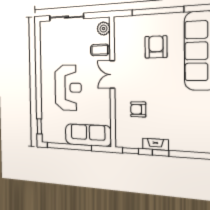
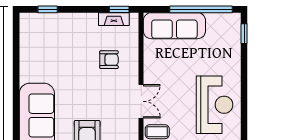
reception desk: (68, 88) -> (215, 105), moved, turned 180
fireplace: (155, 144) -> (114, 19), moved
window: (161, 153) -> (48, 9), moved

